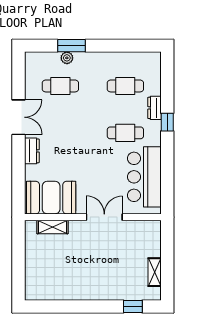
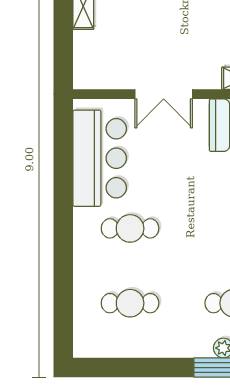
dresser: (155, 108) -> (83, 268), removed
window: (167, 122) -> (63, 246), removed

